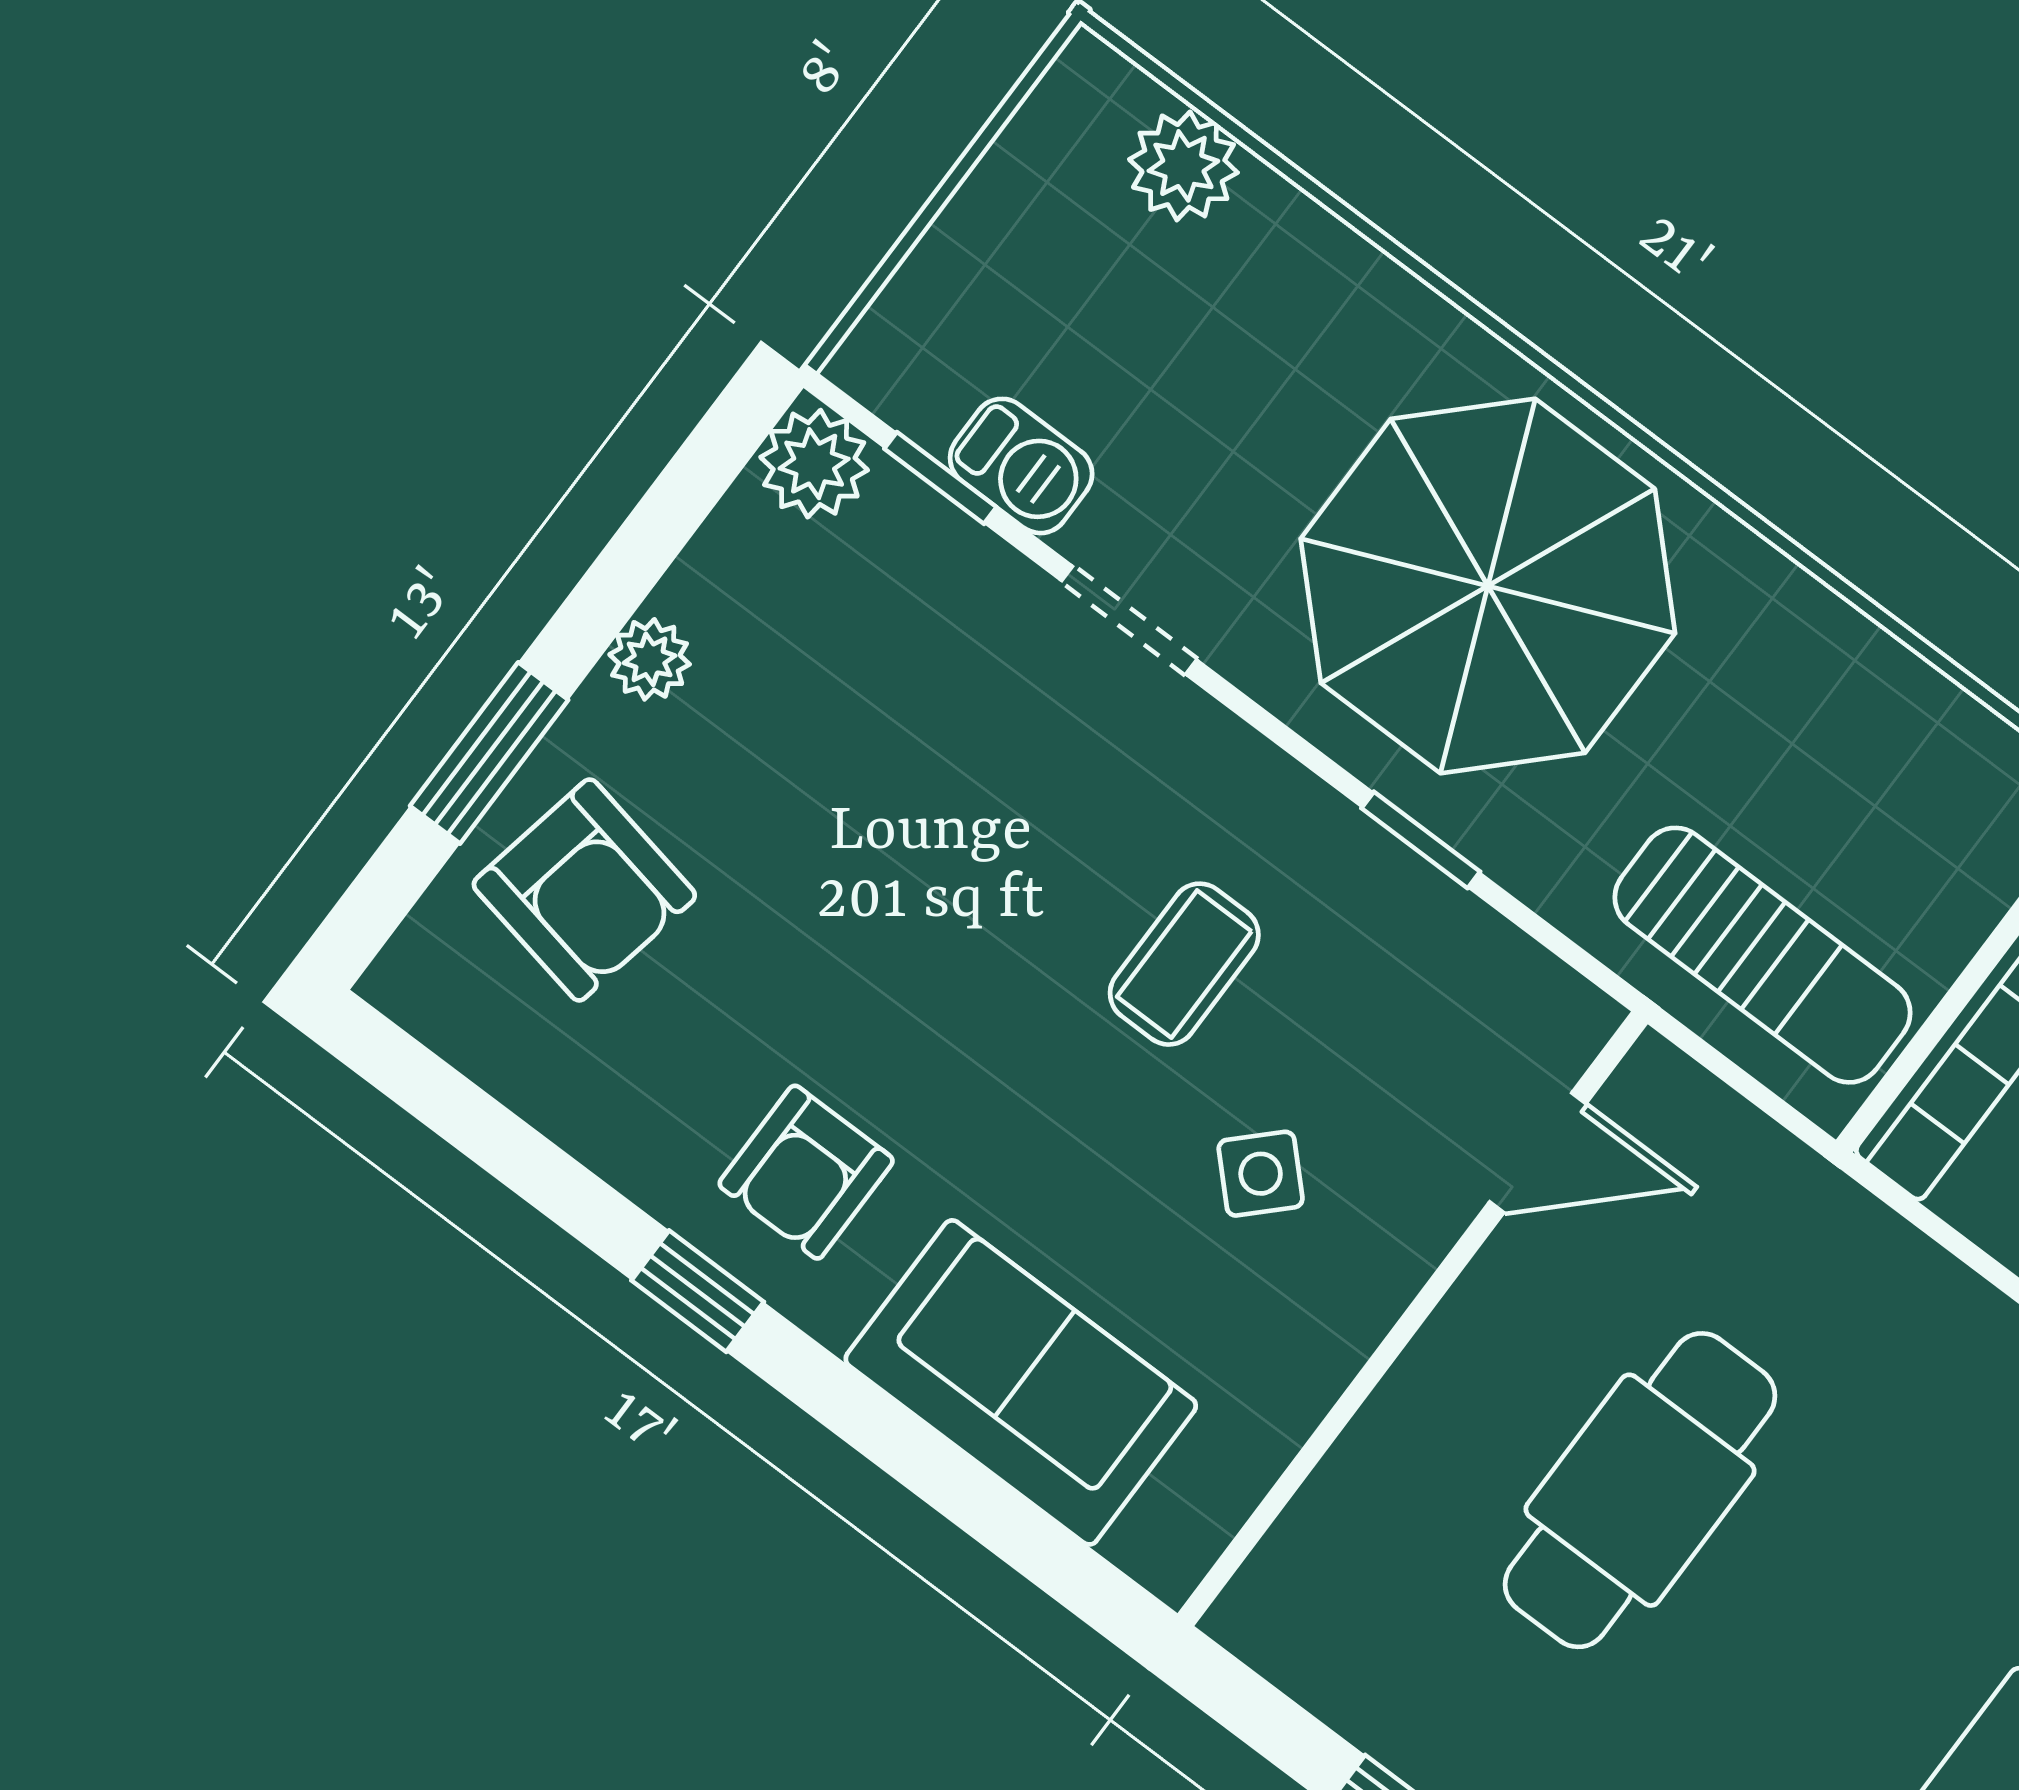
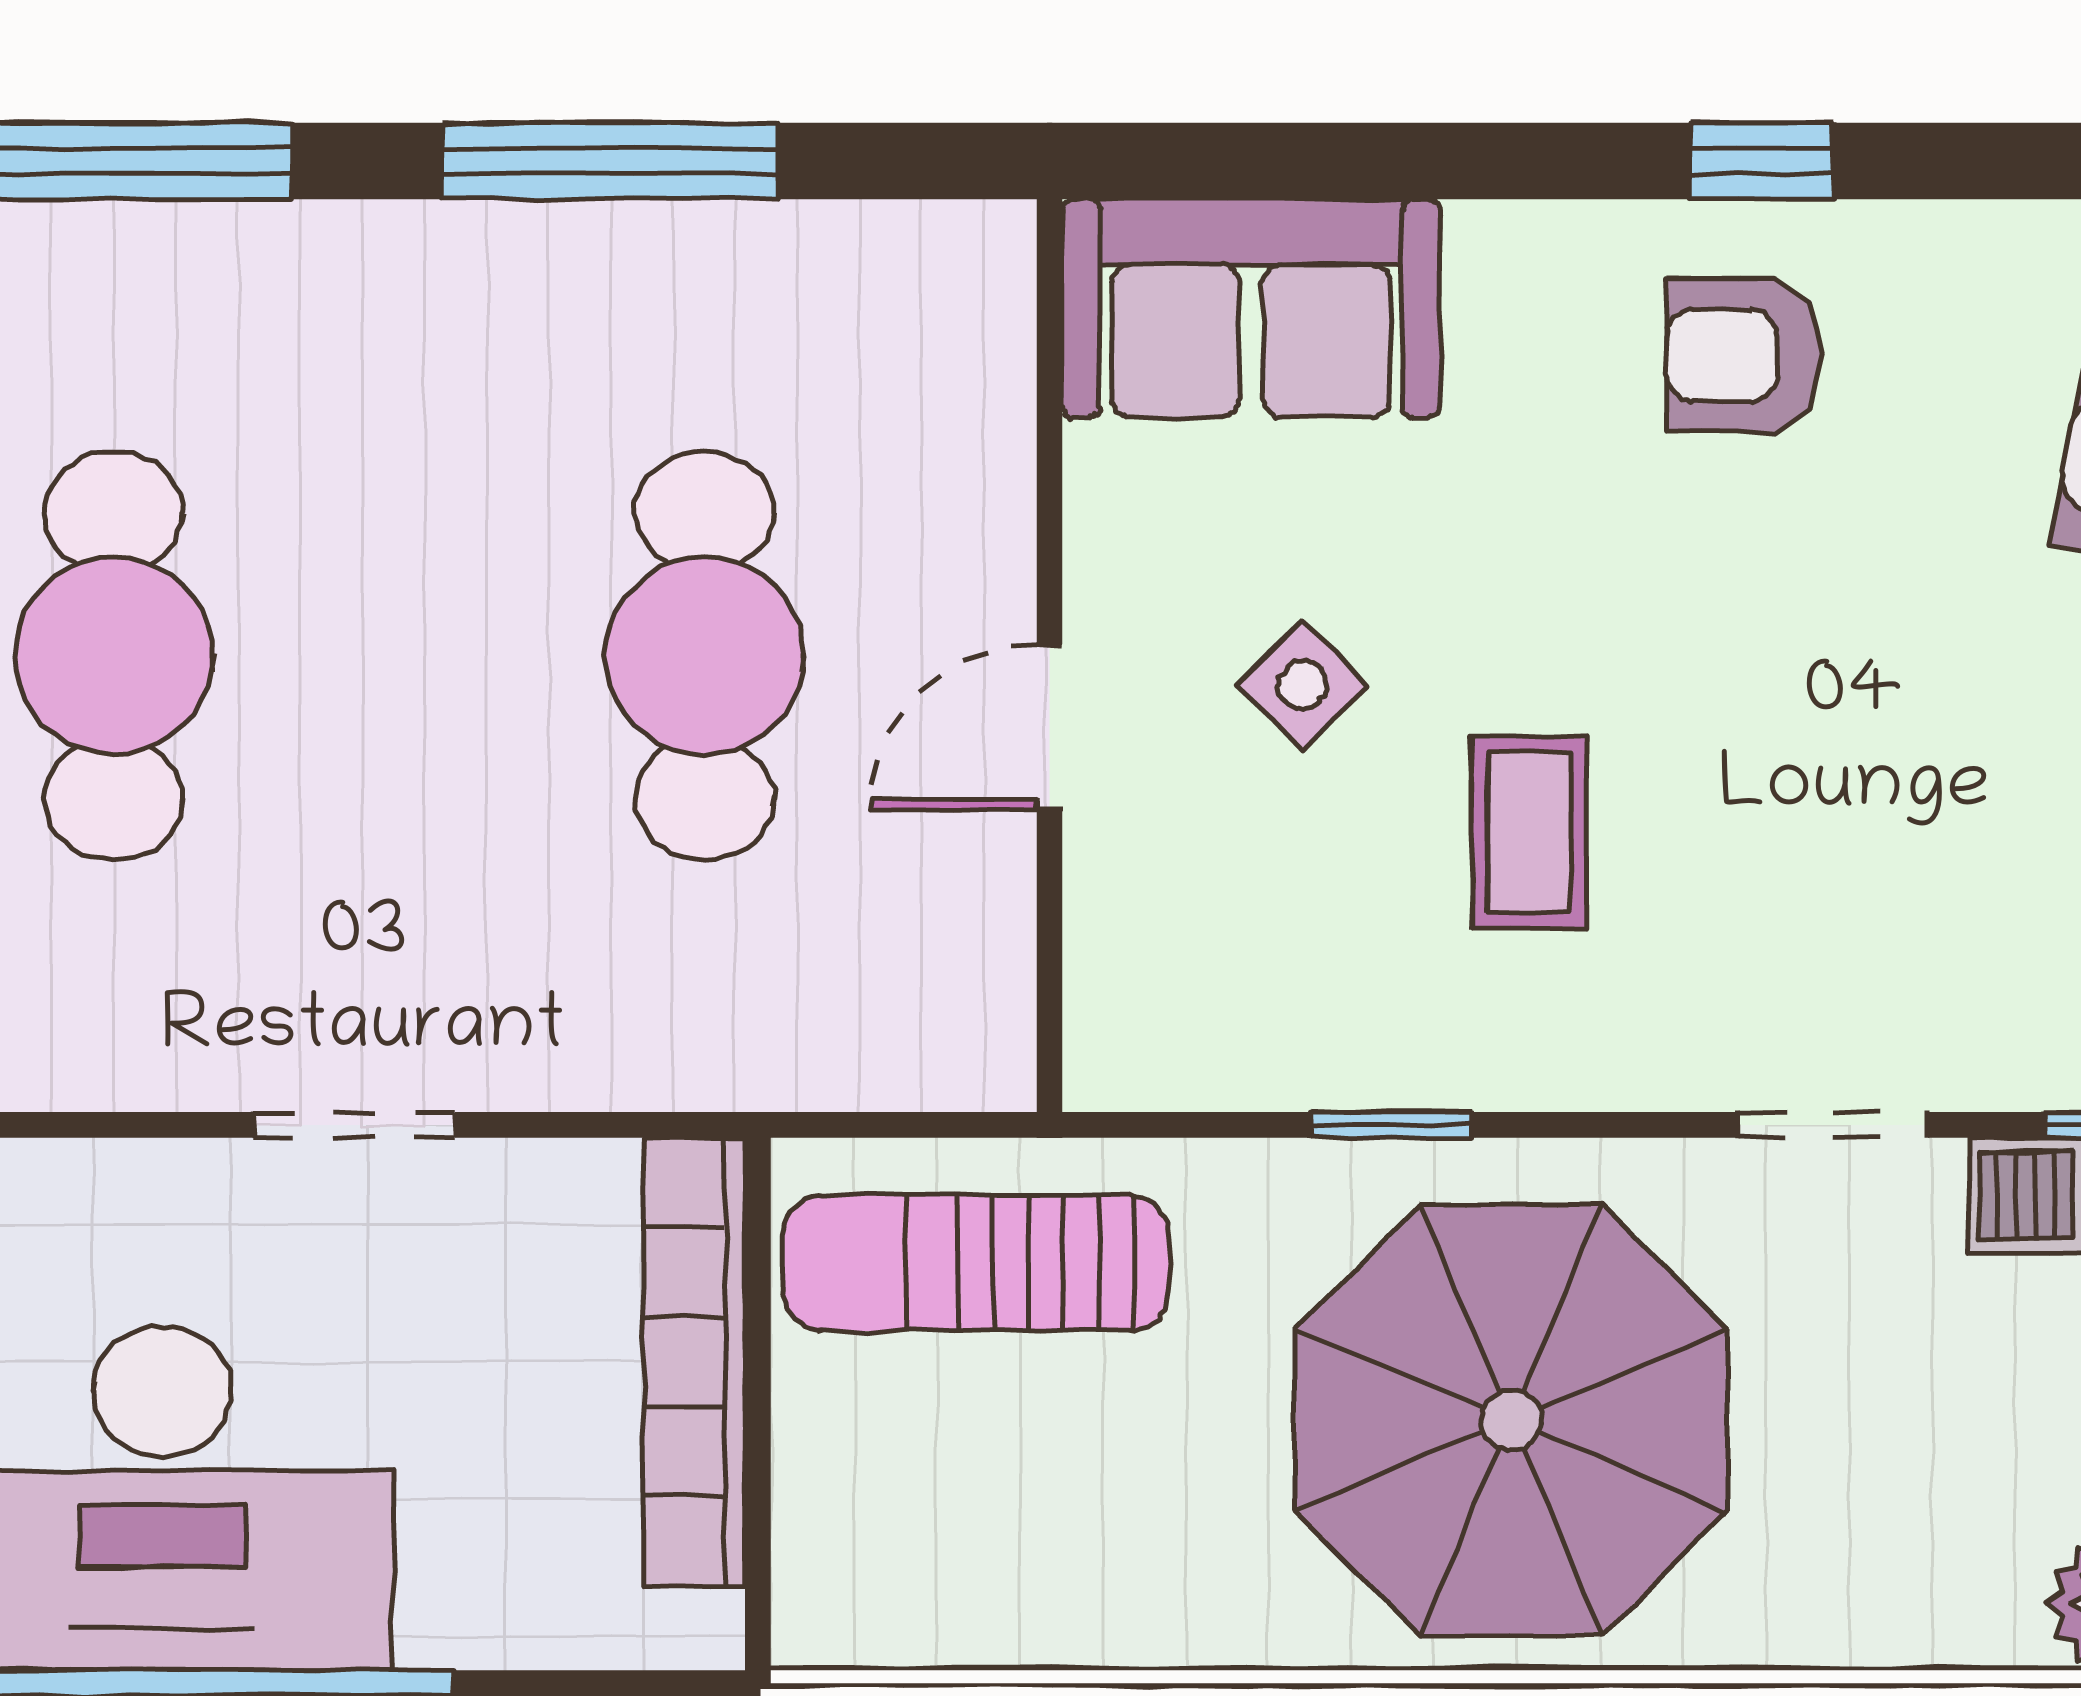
door: (1538, 1153) -> (1050, 727), moved
armchair: (806, 1172) -> (1743, 355), turned -90
sofa: (1021, 1382) -> (1251, 308), moved

